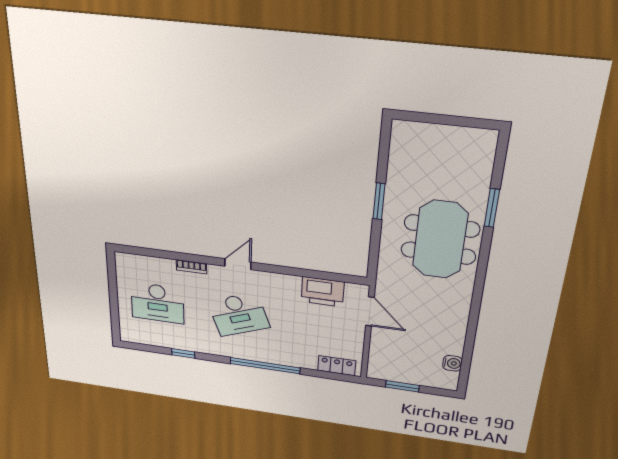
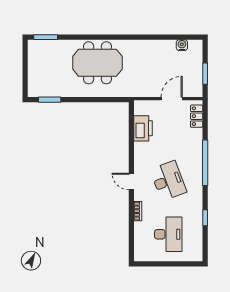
window: (379, 201) -> (50, 100), moved
window: (492, 208) -> (46, 37), moved
door: (370, 311) -> (172, 99), moved

